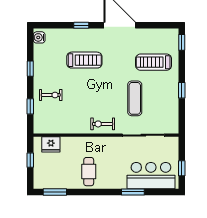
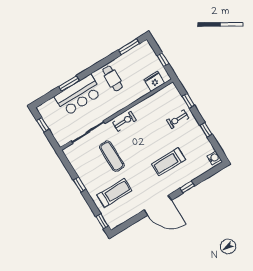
bar counter: (151, 176) -> (78, 95), moved

